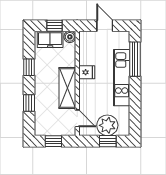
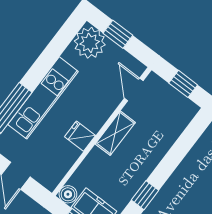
shelving: (67, 88) -> (115, 133), width x0.67, depth x0.75
window: (29, 103) -> (178, 152), removed
plant: (107, 125) -> (90, 43), moved

